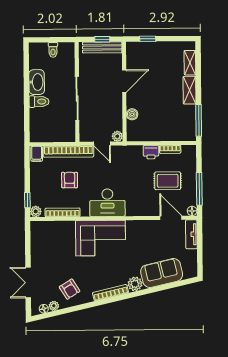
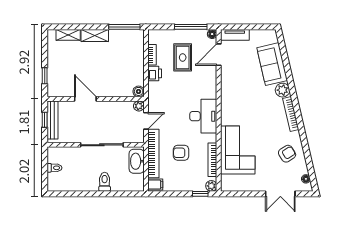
washbasin: (37, 82) -> (137, 161), moved, turned -90
boiler: (132, 114) -> (139, 91), moved
corner sofa: (100, 238) -> (238, 150), moved
plant: (54, 306) -> (303, 169), removed

